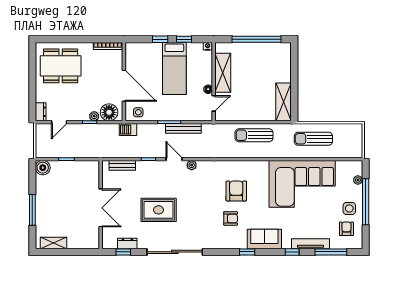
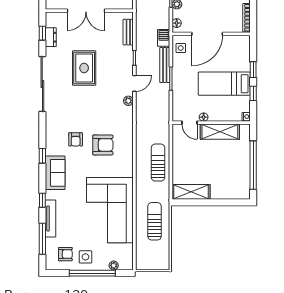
floor lamp: (109, 112) -> (177, 23), width x0.53, depth x0.53
bench: (183, 128) -> (165, 65), moved

